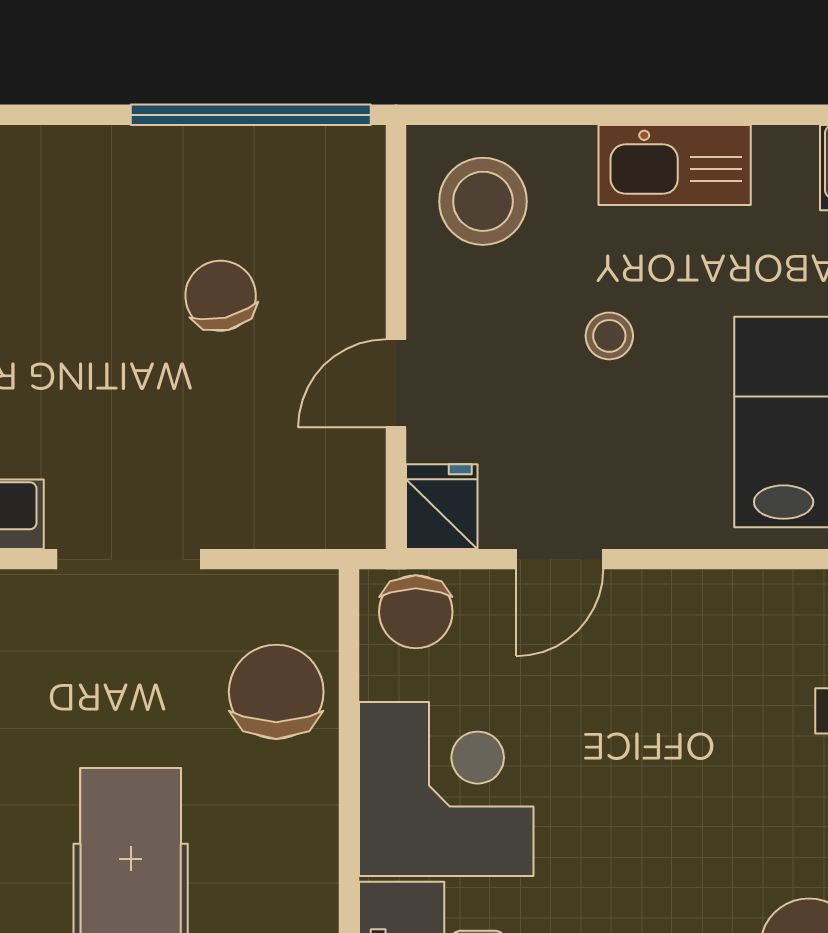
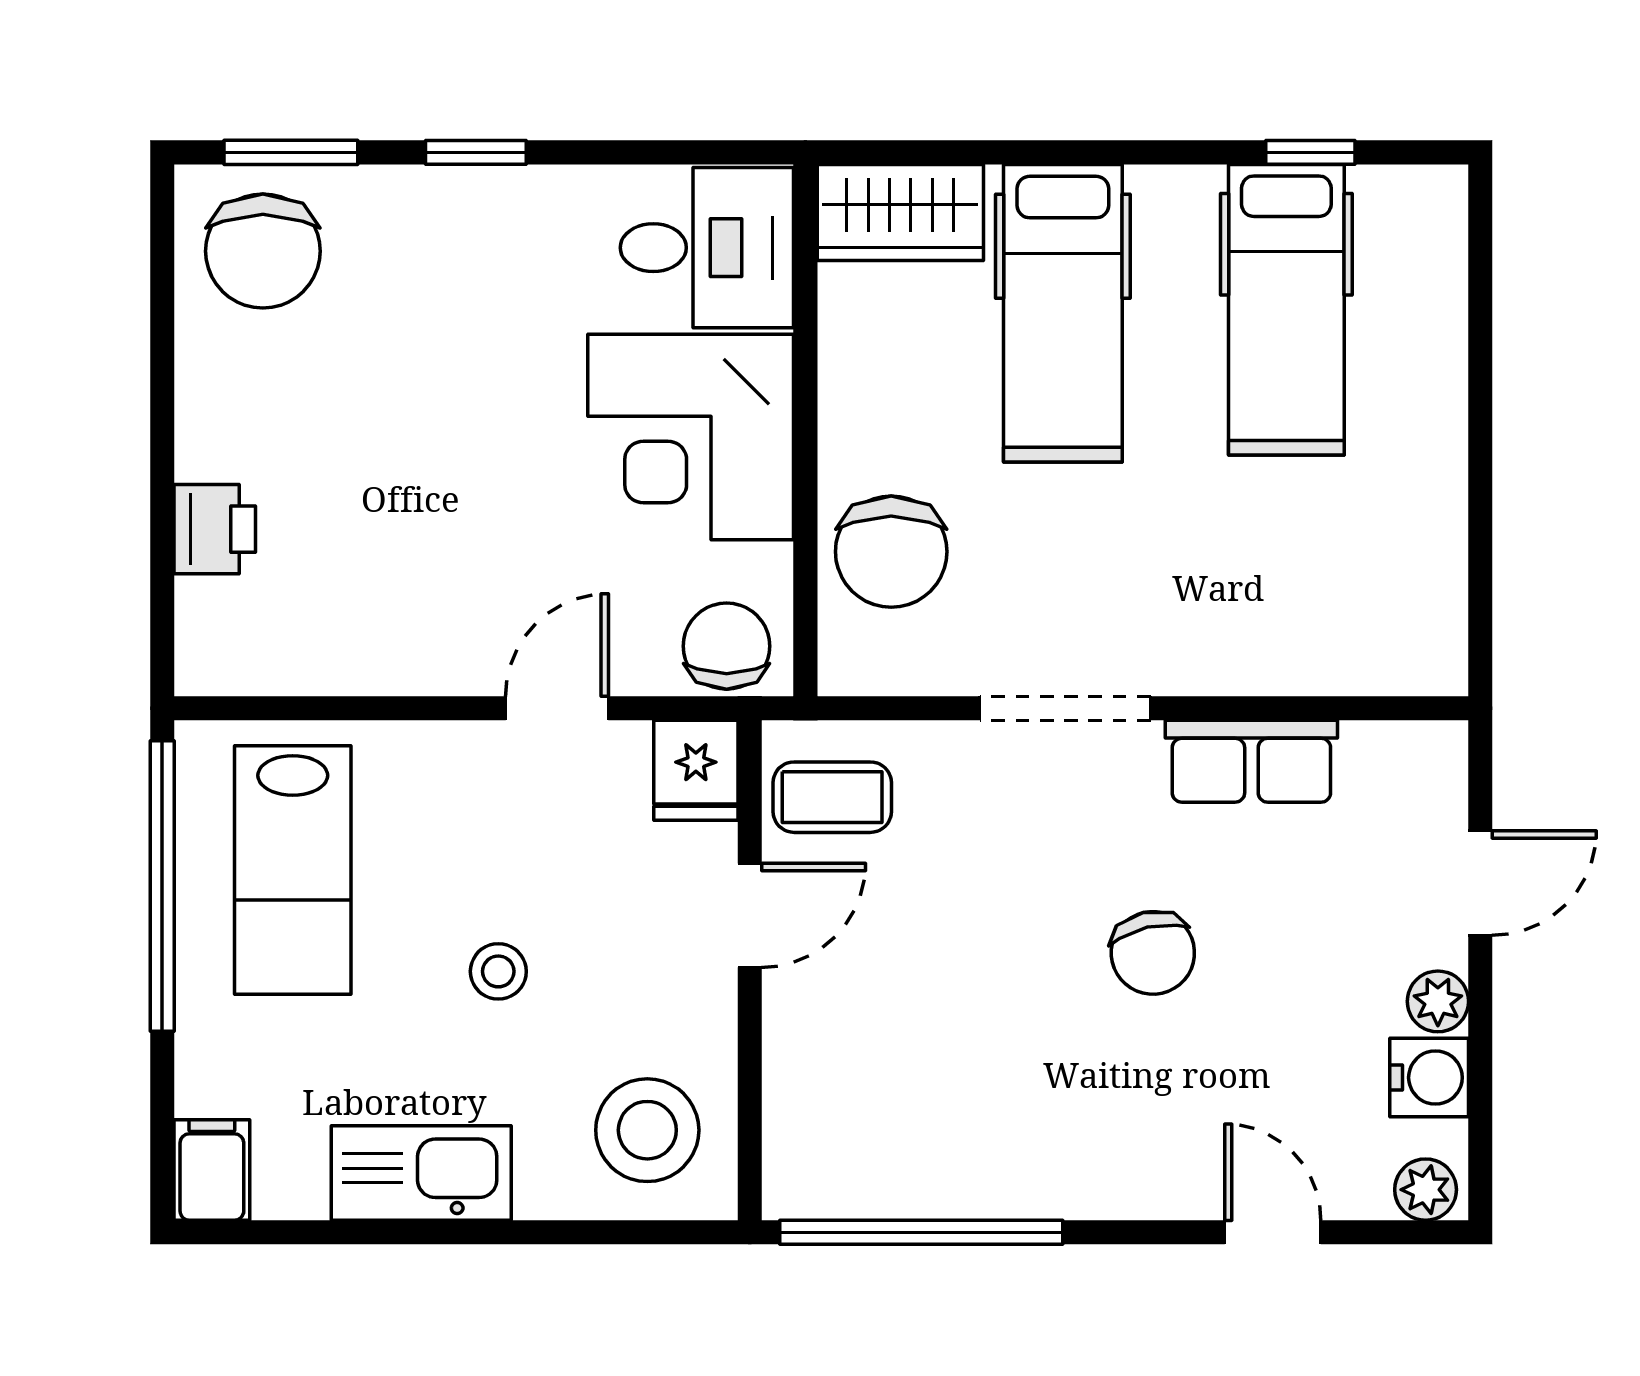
chair: (221, 296) -> (1153, 953), moved
coffee table: (326, 484) -> (832, 797), added

